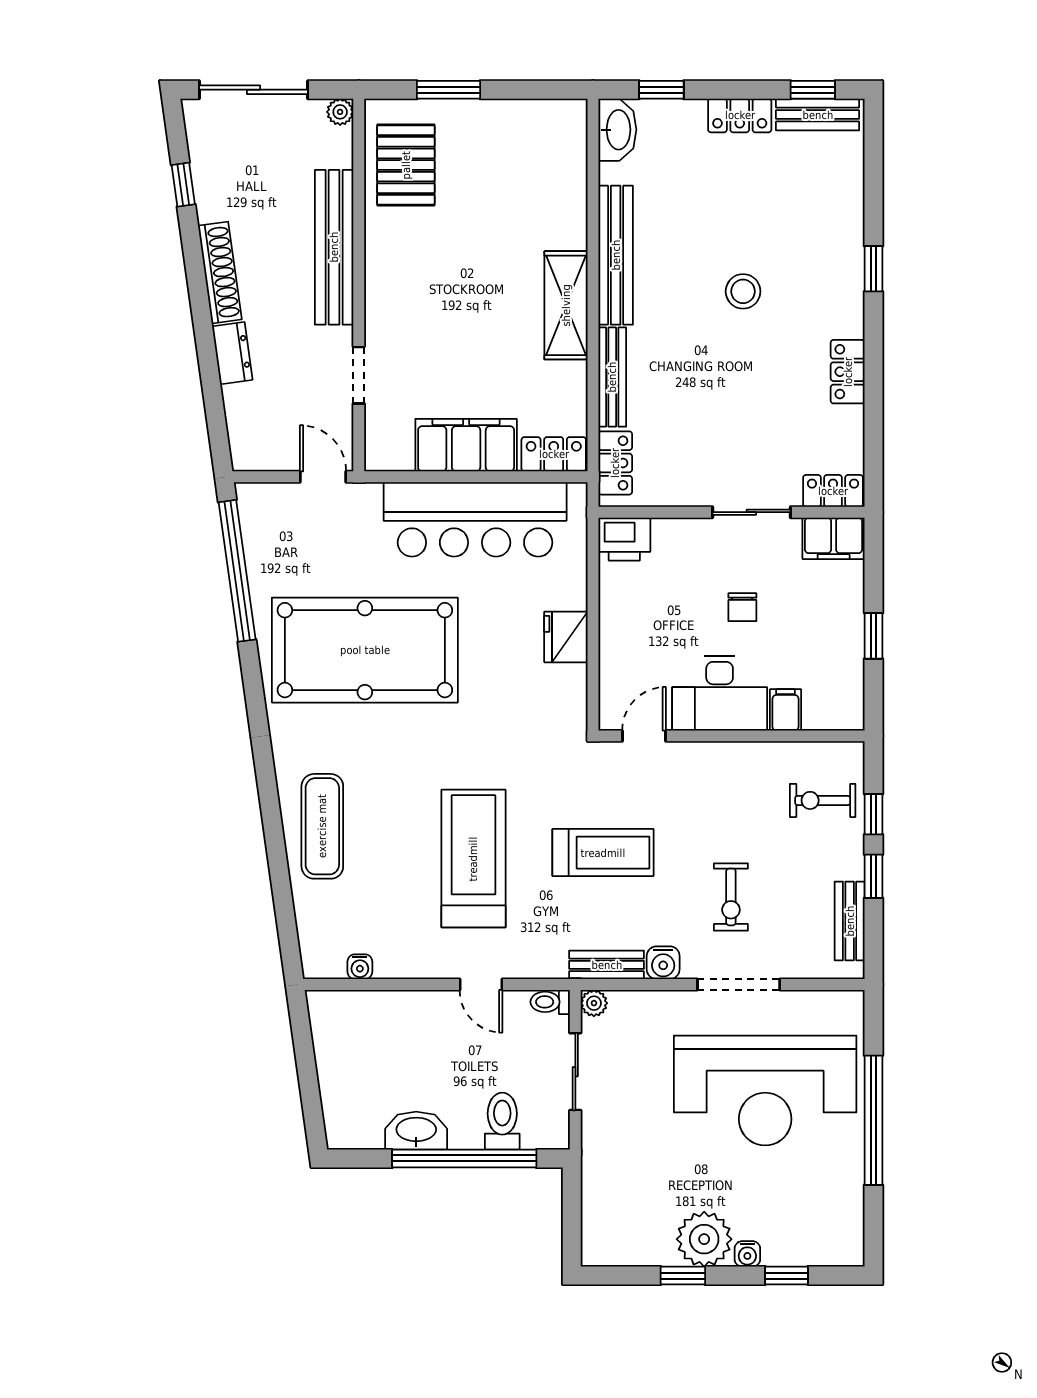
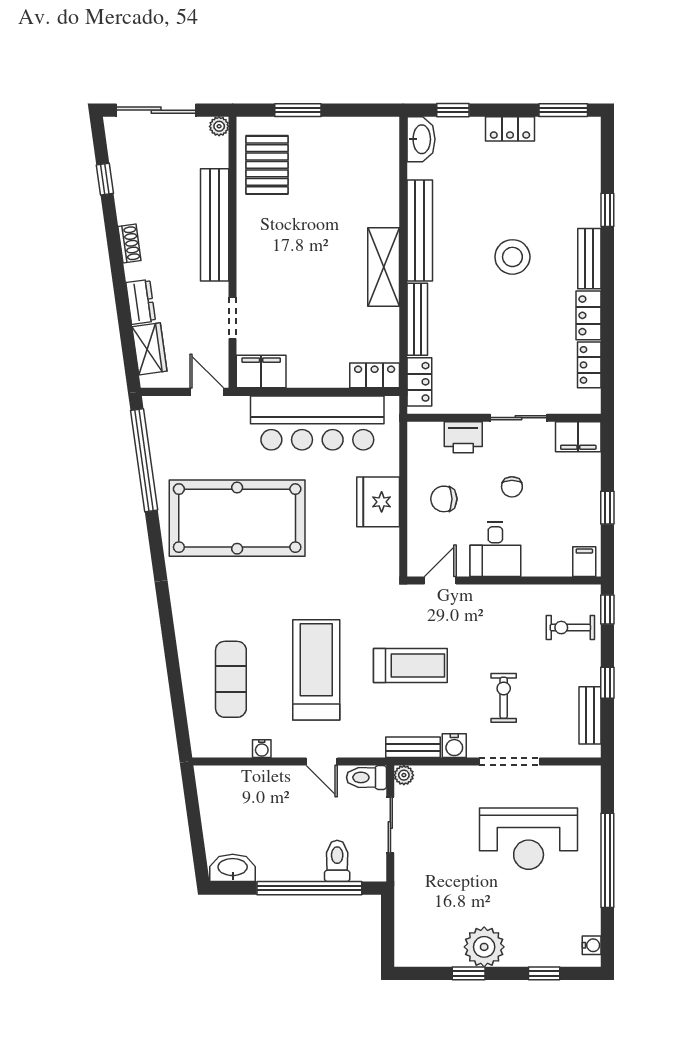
window: (813, 90) -> (563, 110), width x1.50
bench: (818, 115) -> (589, 259), moved, turned 90
window: (873, 269) -> (607, 210), moved
shoe rack: (220, 273) -> (129, 244), width x0.51, depth x0.81
stool: (743, 291) -> (512, 257), width x1.38, depth x1.38
wardrobe: (244, 418) -> (149, 349), added
filing cabinet: (466, 445) -> (261, 372), moved, width x0.67, depth x0.86
locker: (833, 491) -> (589, 365), moved, turned -90
printer: (624, 539) -> (463, 437), moved
chair: (649, 624) -> (444, 499), added
fridge: (566, 637) -> (378, 502), width x1.36, depth x1.34
desk: (720, 693) -> (495, 549), width x0.73
filing cabinet: (785, 710) -> (584, 562), moved
window: (873, 814) -> (607, 609), moved
exercise mat: (322, 826) -> (231, 679), moved
exercise bike: (731, 897) -> (504, 698), turned 180
water cooler: (360, 967) -> (262, 749), moved
toilet: (550, 1002) -> (366, 777), width x1.37, depth x1.39
reception desk: (765, 1090) -> (529, 839), width x0.74, depth x0.77
washbasin: (416, 1131) -> (233, 868), moved
water cooler: (747, 1254) -> (592, 945), moved, turned -90

